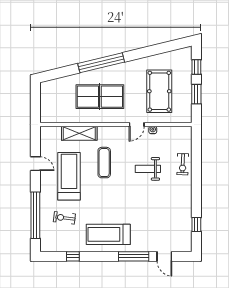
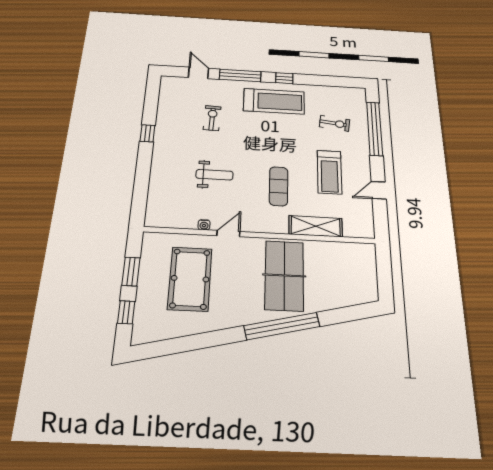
table tennis table: (100, 97) -> (284, 275), turned 90
door: (35, 164) -> (379, 190), hinge flipped
exercise bike: (183, 164) -> (212, 118), moved
treadmill: (69, 176) -> (329, 172), width x0.73, depth x0.73
window: (196, 225) -> (147, 133), moved
window: (73, 256) -> (284, 78), moved

